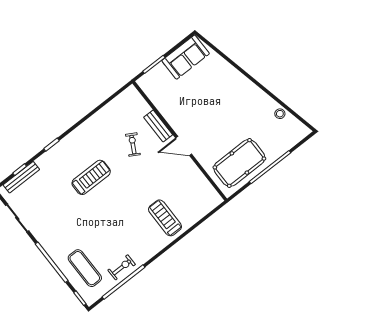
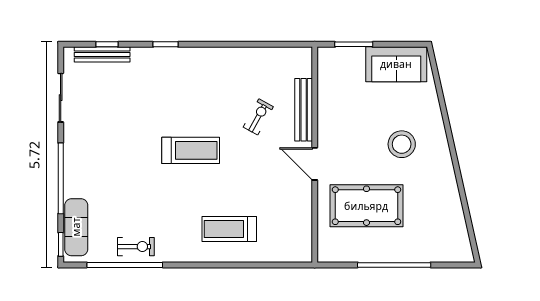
stool: (280, 114) -> (402, 144), moved, width x1.89, depth x1.89
bench: (158, 126) -> (304, 110), width x1.36
pool table: (239, 163) -> (366, 206), moved
treadmill: (91, 177) -> (191, 150), moved
treadmill: (165, 218) -> (229, 229), turned -90
exercise mat: (85, 268) -> (76, 227), moved

